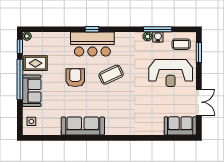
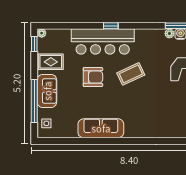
bar counter: (92, 44) -> (103, 41), width x1.36
armchair: (75, 78) -> (93, 77), turned 90
window: (20, 79) -> (34, 101), moved

